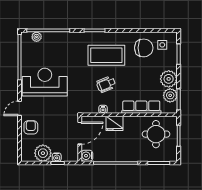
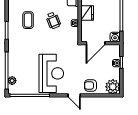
coffee table: (106, 55) -> (28, 20), width x0.54, depth x0.58
reception desk: (45, 82) -> (51, 73), turned 180
door: (80, 133) -> (96, 43), swing flipped
plant: (43, 153) -> (113, 87), moved

